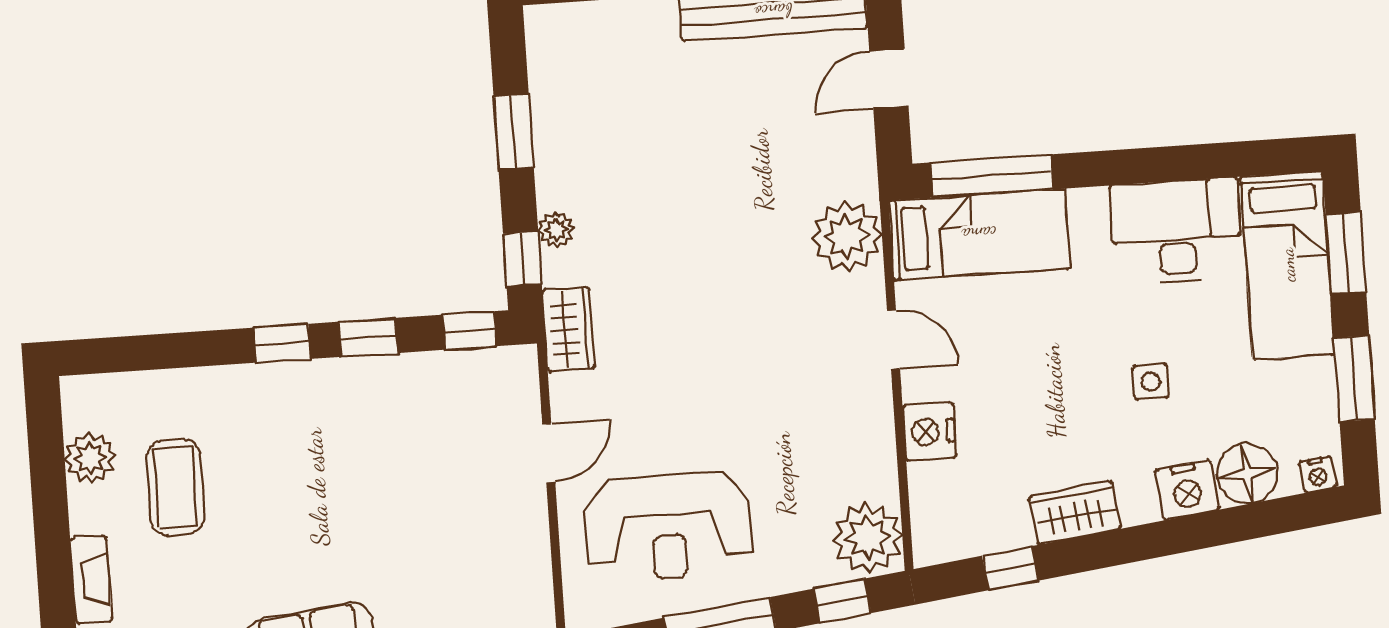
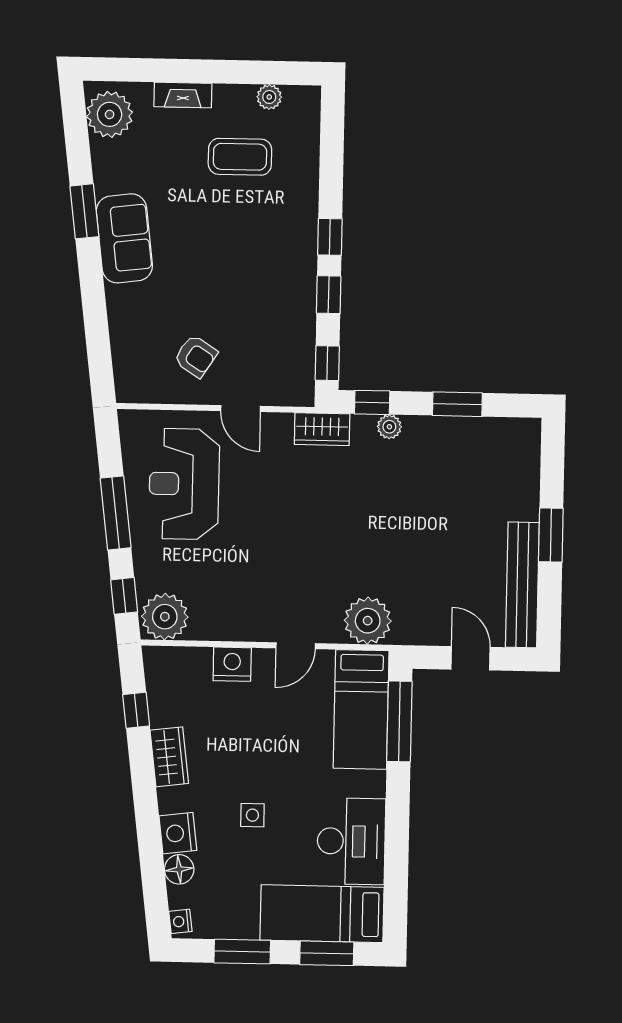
plant: (90, 458) -> (269, 97), width x0.73, depth x0.73
floor lamp: (1247, 473) -> (179, 869), width x0.73, depth x0.73
armchair: (477, 527) -> (196, 356), added

